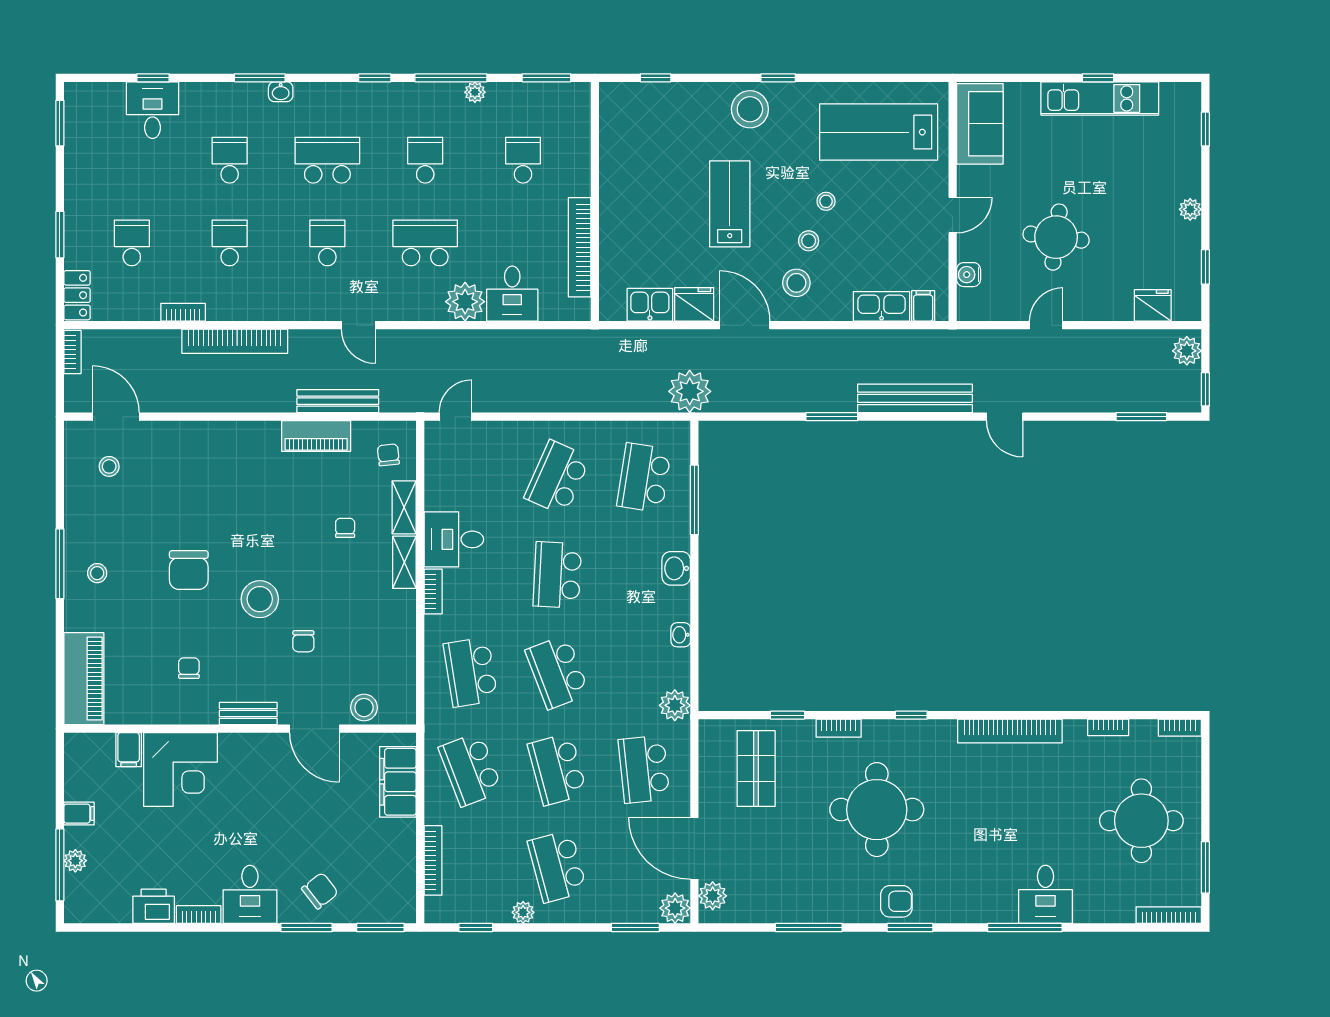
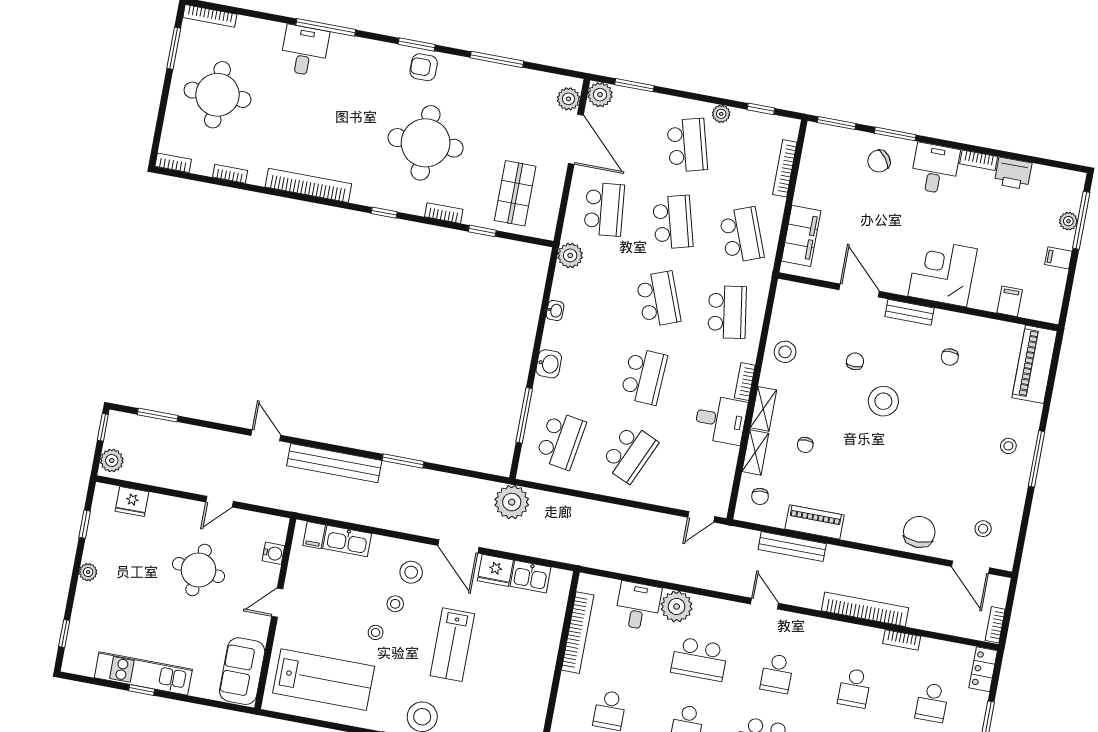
chair: (189, 570) -> (919, 532), moved
stool: (364, 708) -> (785, 352), moved
corner desk: (180, 770) -> (943, 272), moved

